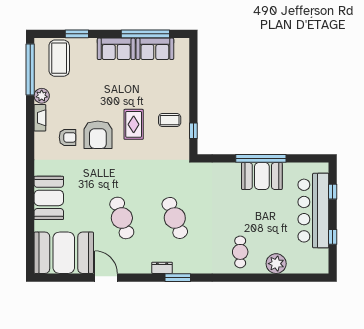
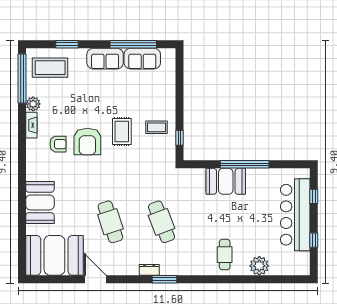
coffee table: (59, 58) -> (50, 68), turned 90
booth: (262, 176) -> (226, 181), moved

